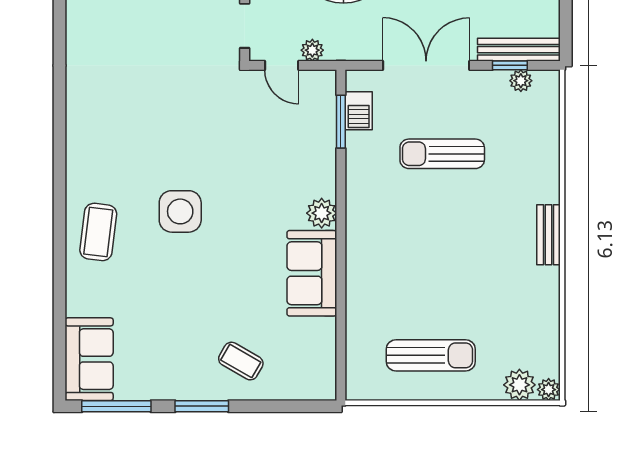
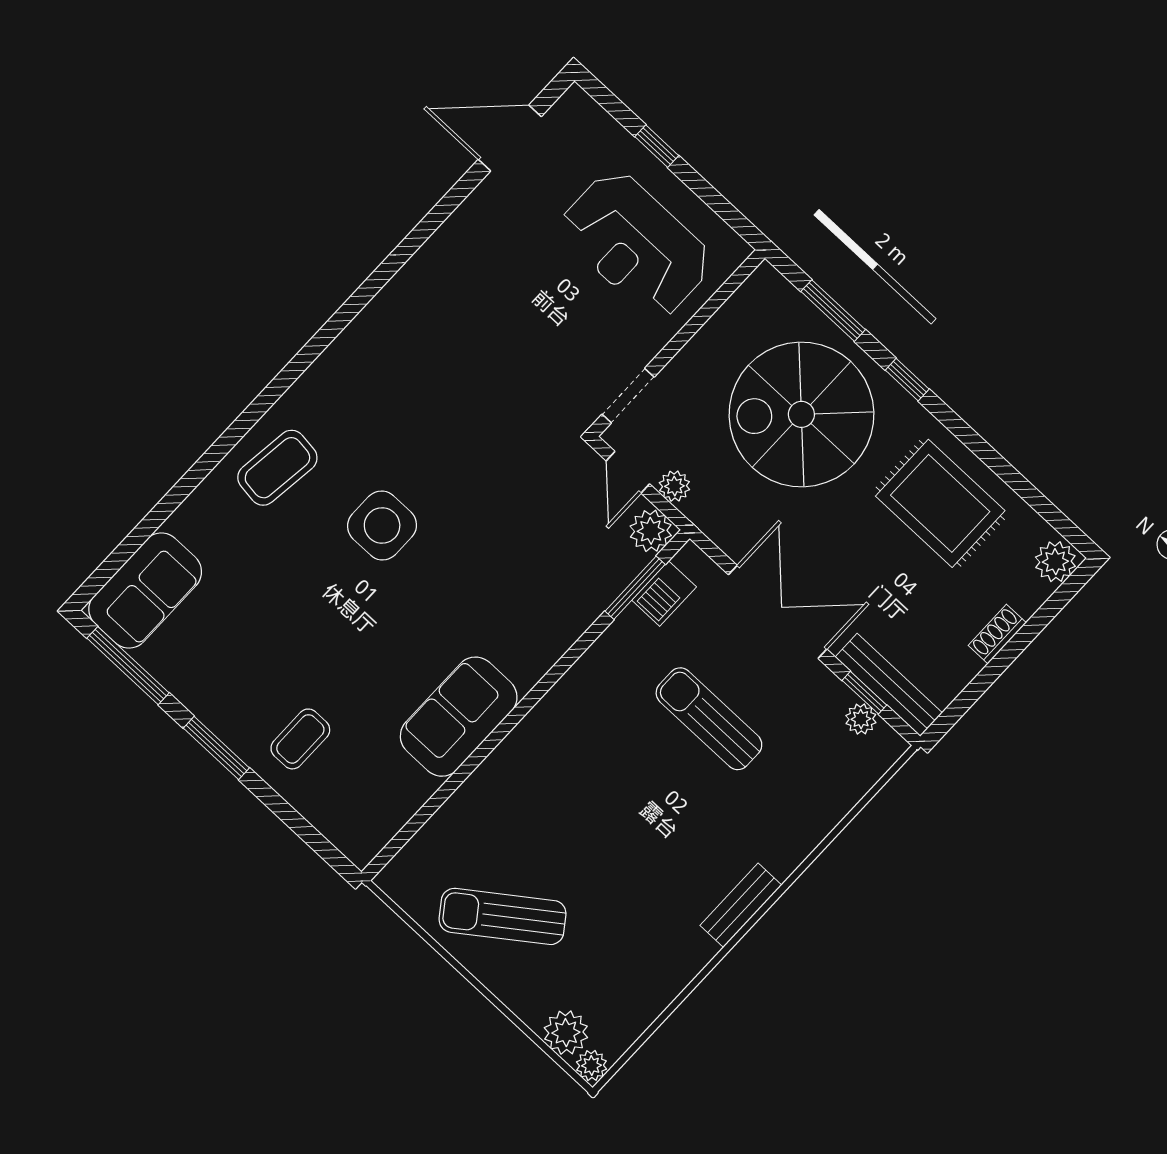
plant: (322, 213) -> (651, 531), moved
sun lounger: (431, 355) -> (502, 916), turned 144
coffee table: (241, 361) -> (300, 739), turned 60

